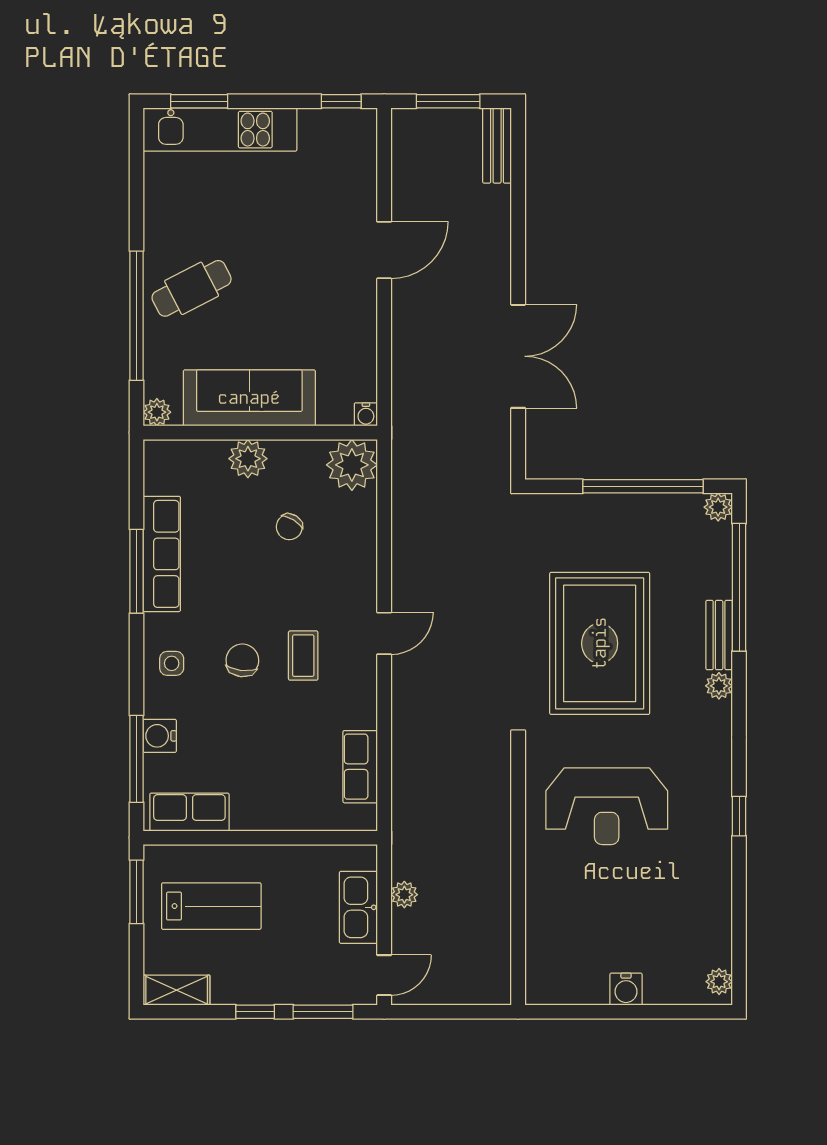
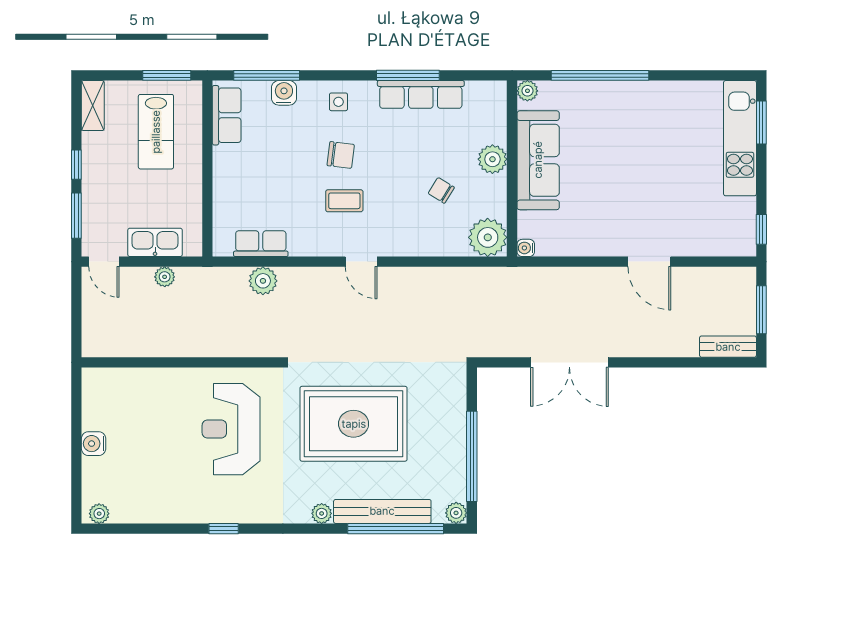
cafe table: (192, 288) -> (621, 117), removed
bench: (719, 635) -> (382, 511), width x1.86, depth x1.21
plant: (410, 764) -> (263, 281), added

